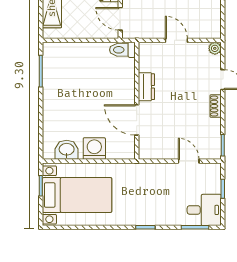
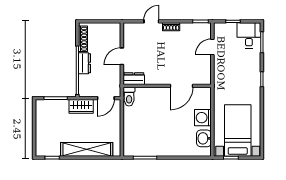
plant: (215, 48) -> (128, 27), removed
dresser: (146, 87) -> (134, 79), moved

